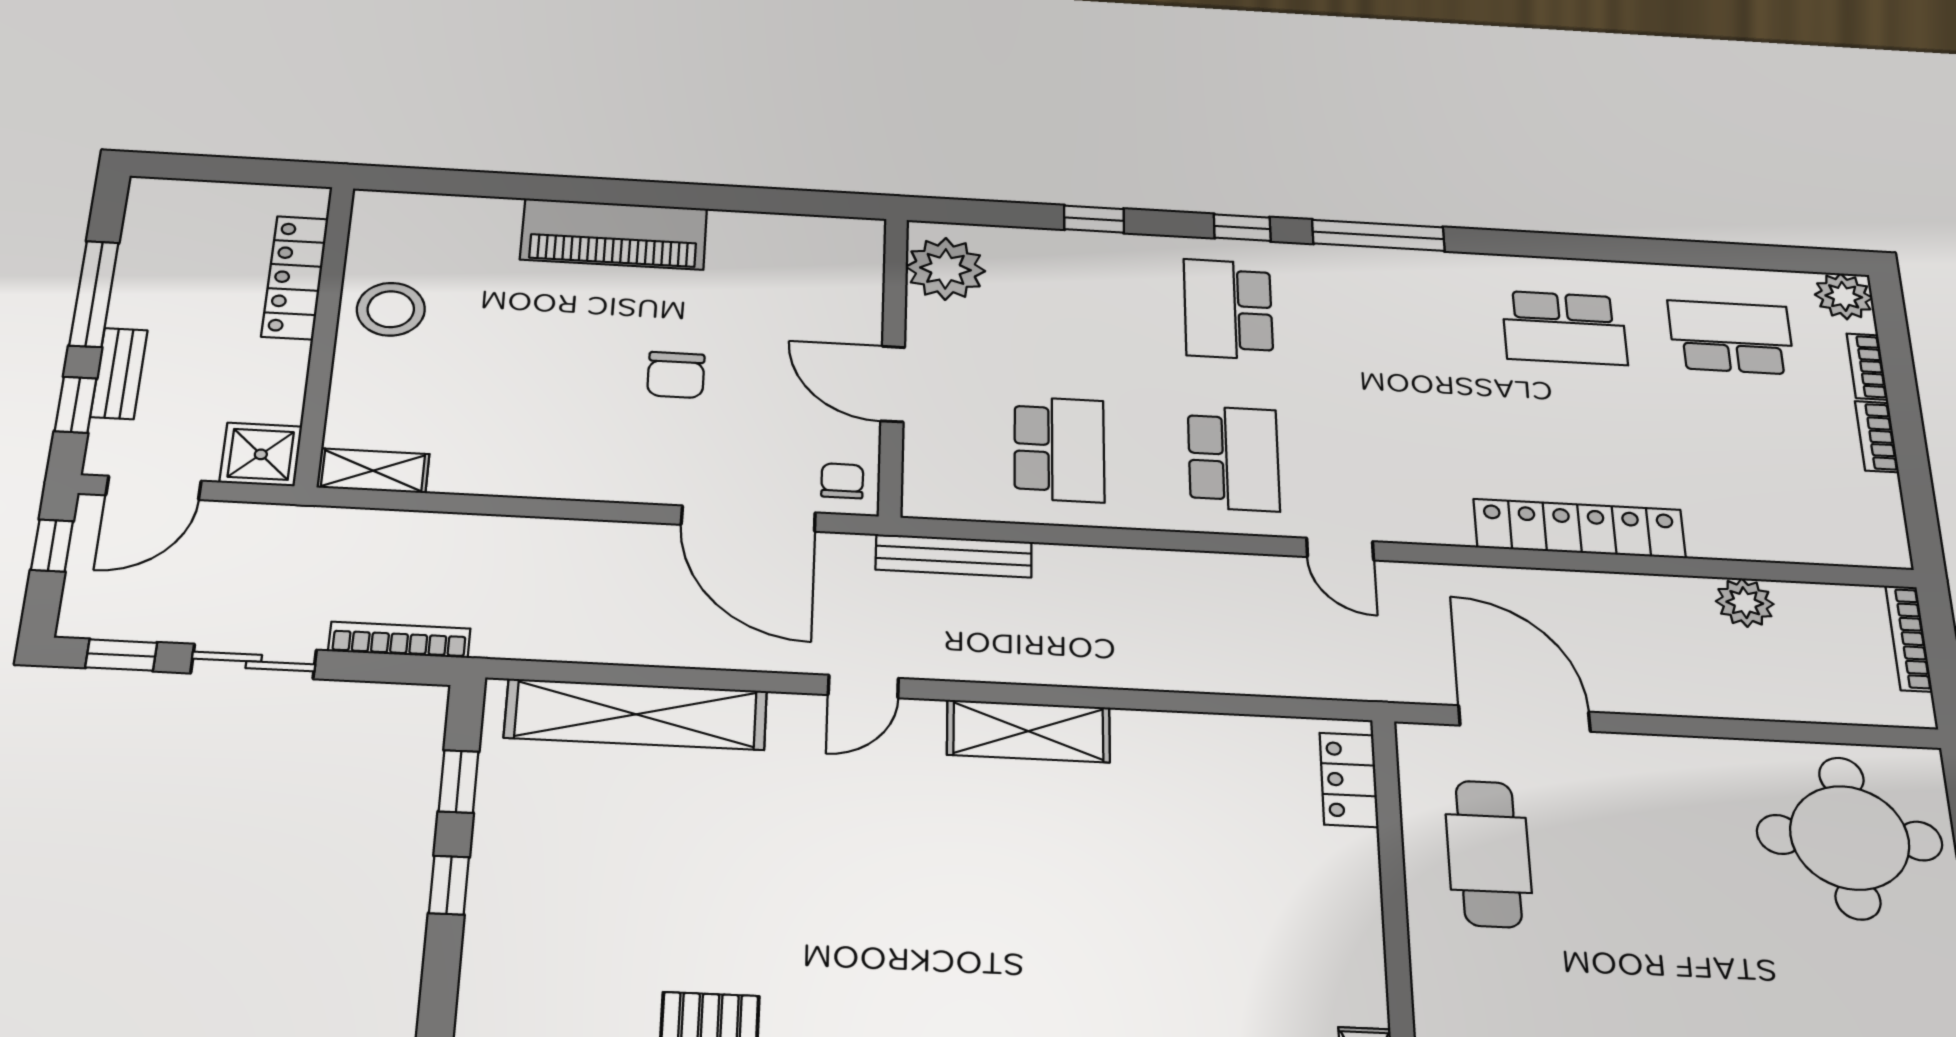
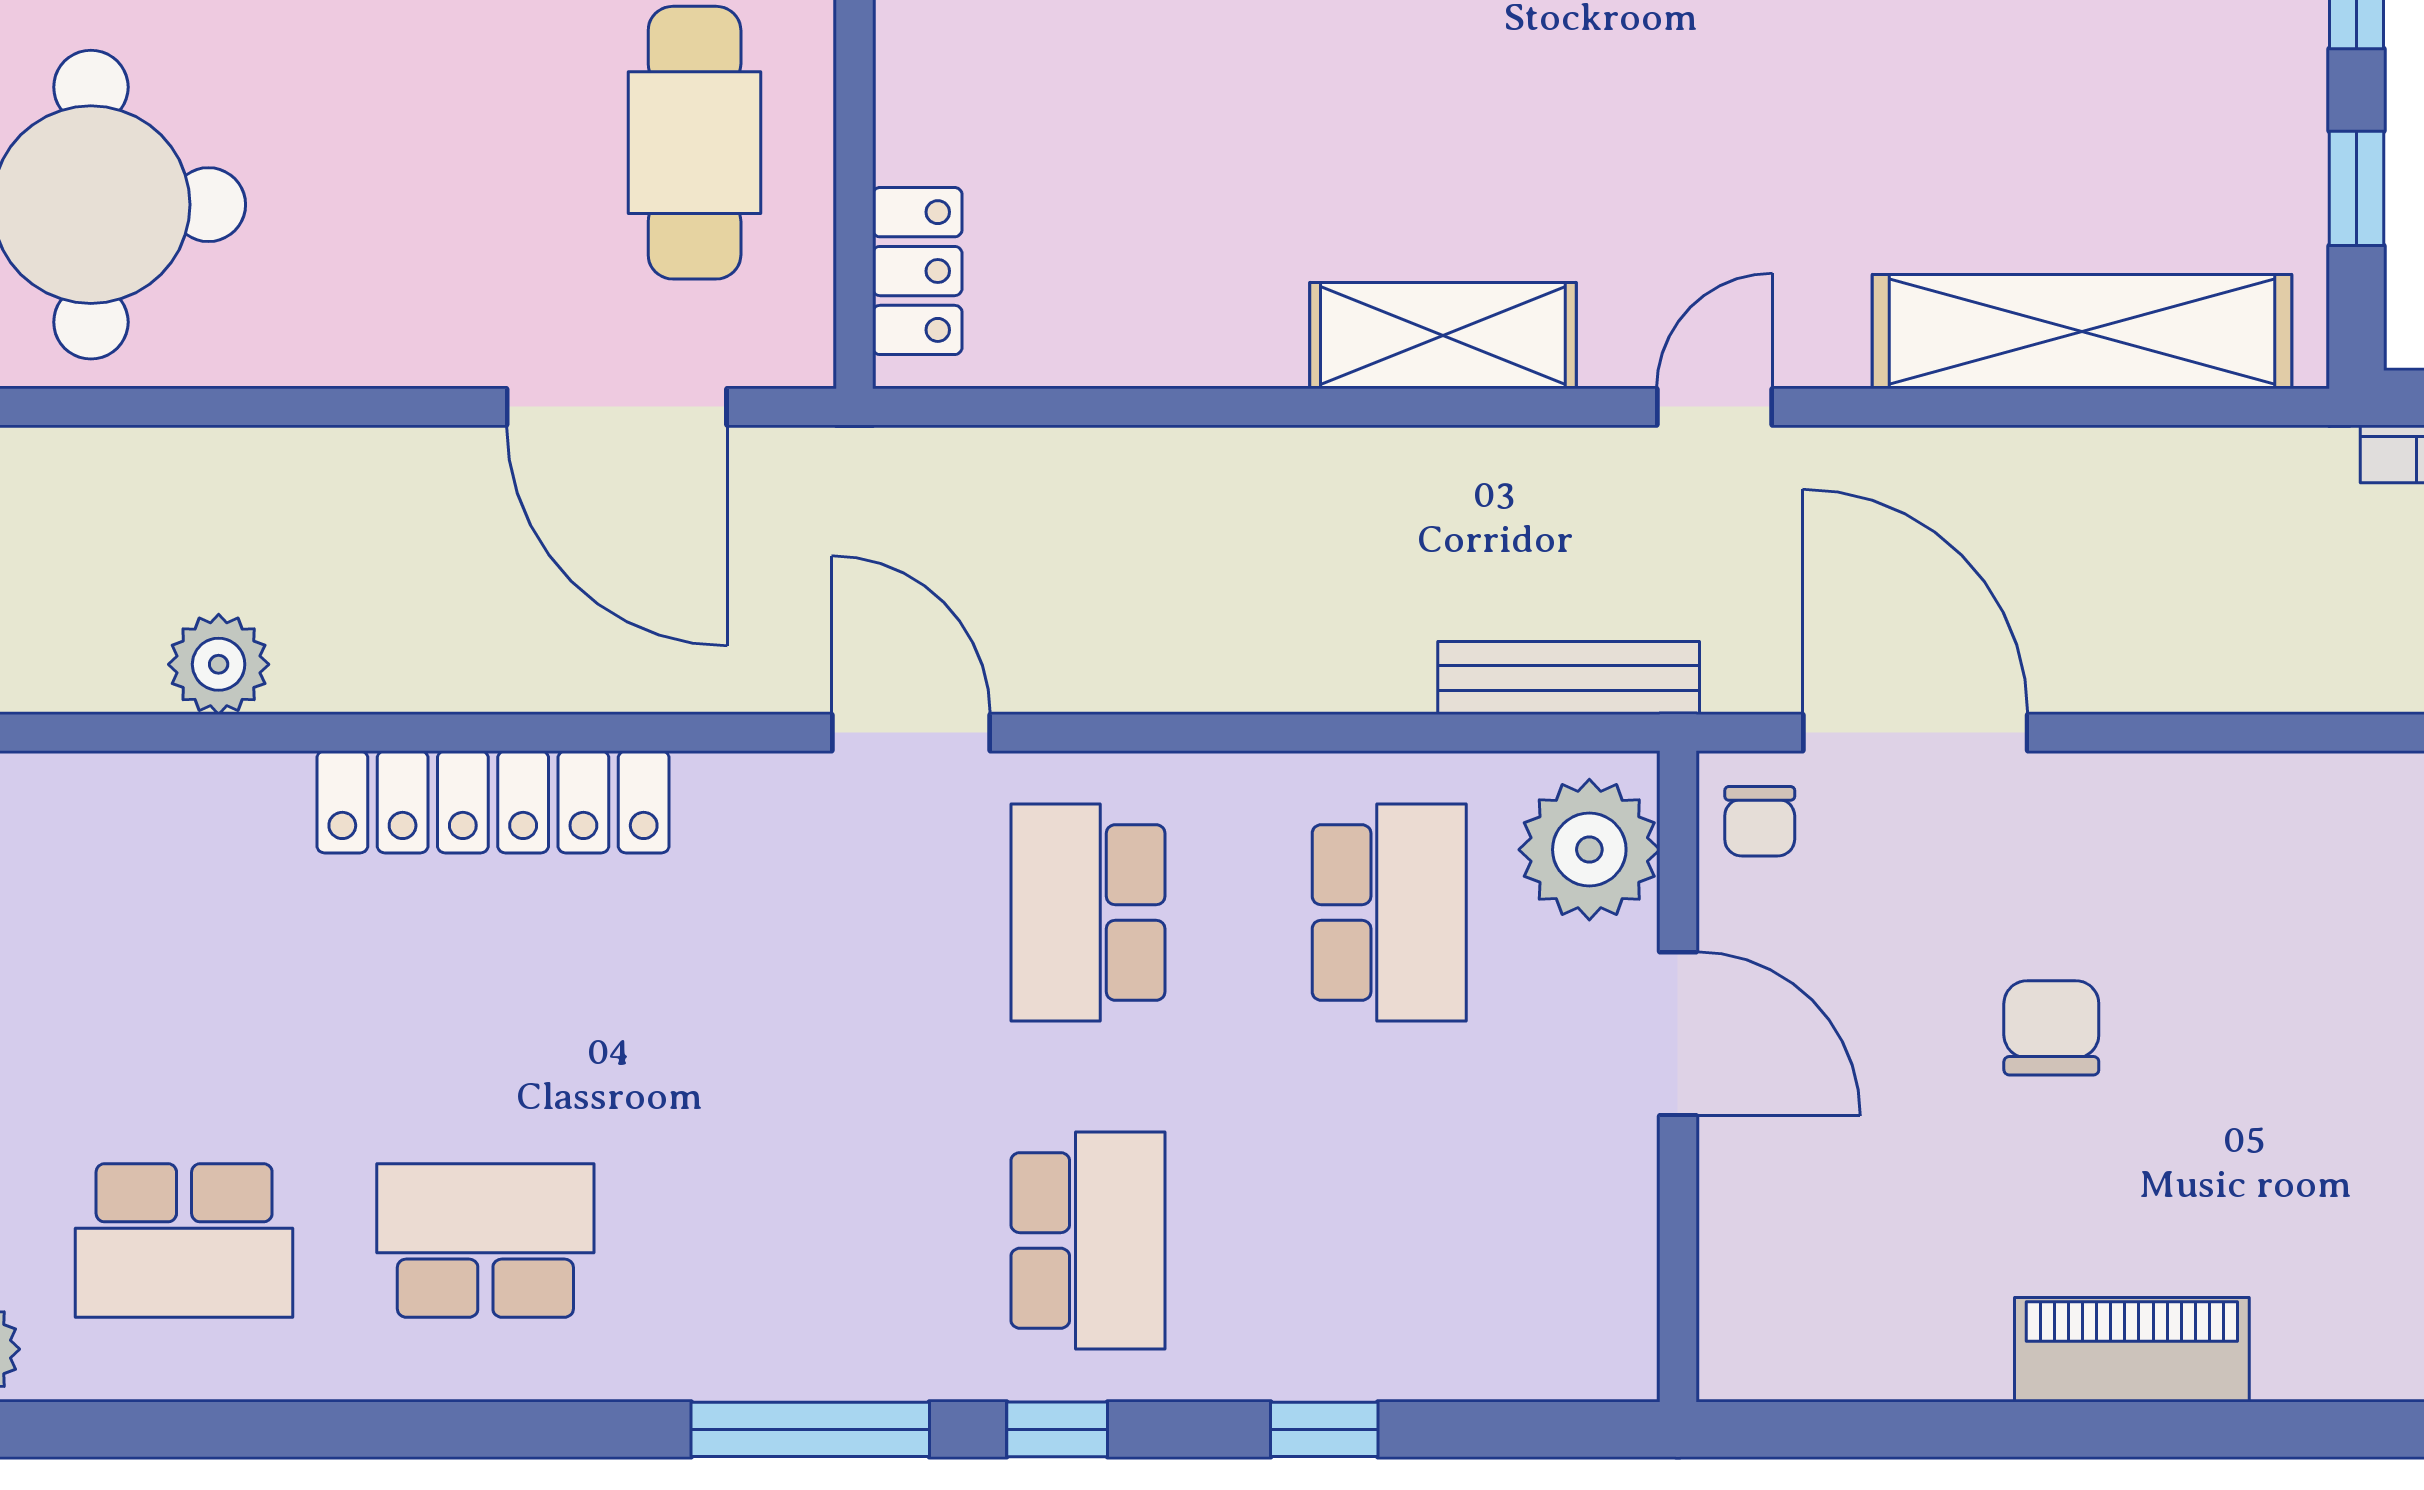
piano: (614, 234) -> (2132, 1350), width x0.73, depth x0.75
plant: (945, 269) -> (1589, 850), moved
school desk: (1059, 449) -> (1389, 912), turned 180
door: (1340, 549) -> (911, 733), width x1.38

